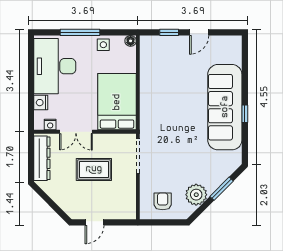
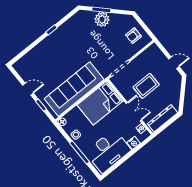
sofa: (225, 107) -> (74, 89), moved, turned 180
rug: (94, 169) -> (146, 86), turned 90
plant: (196, 195) -> (102, 19), moved

